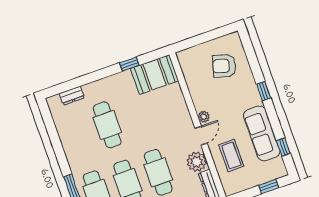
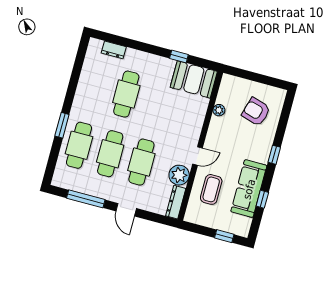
plant: (204, 117) -> (219, 110), moved
window: (283, 147) -> (262, 199), moved

